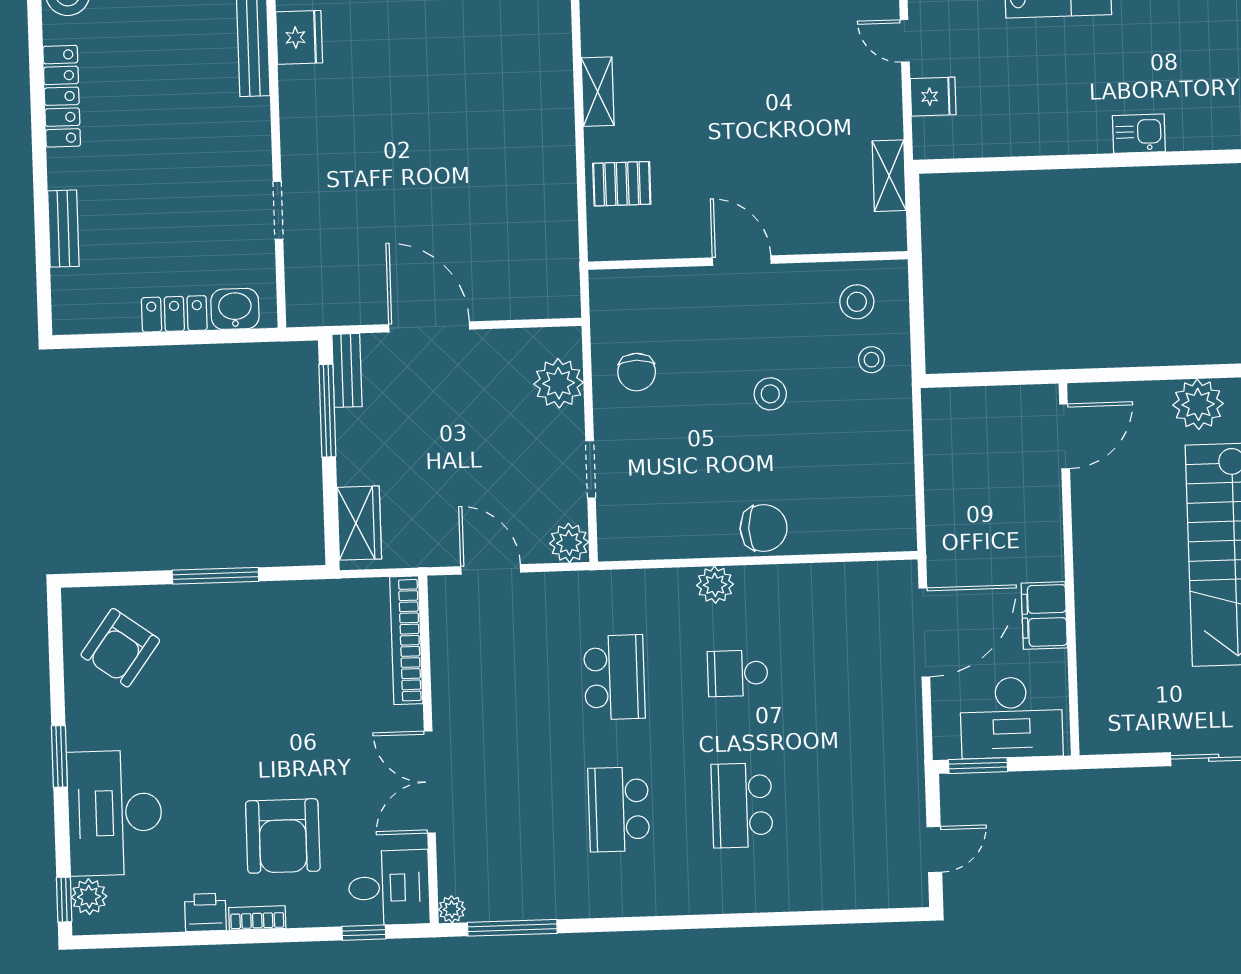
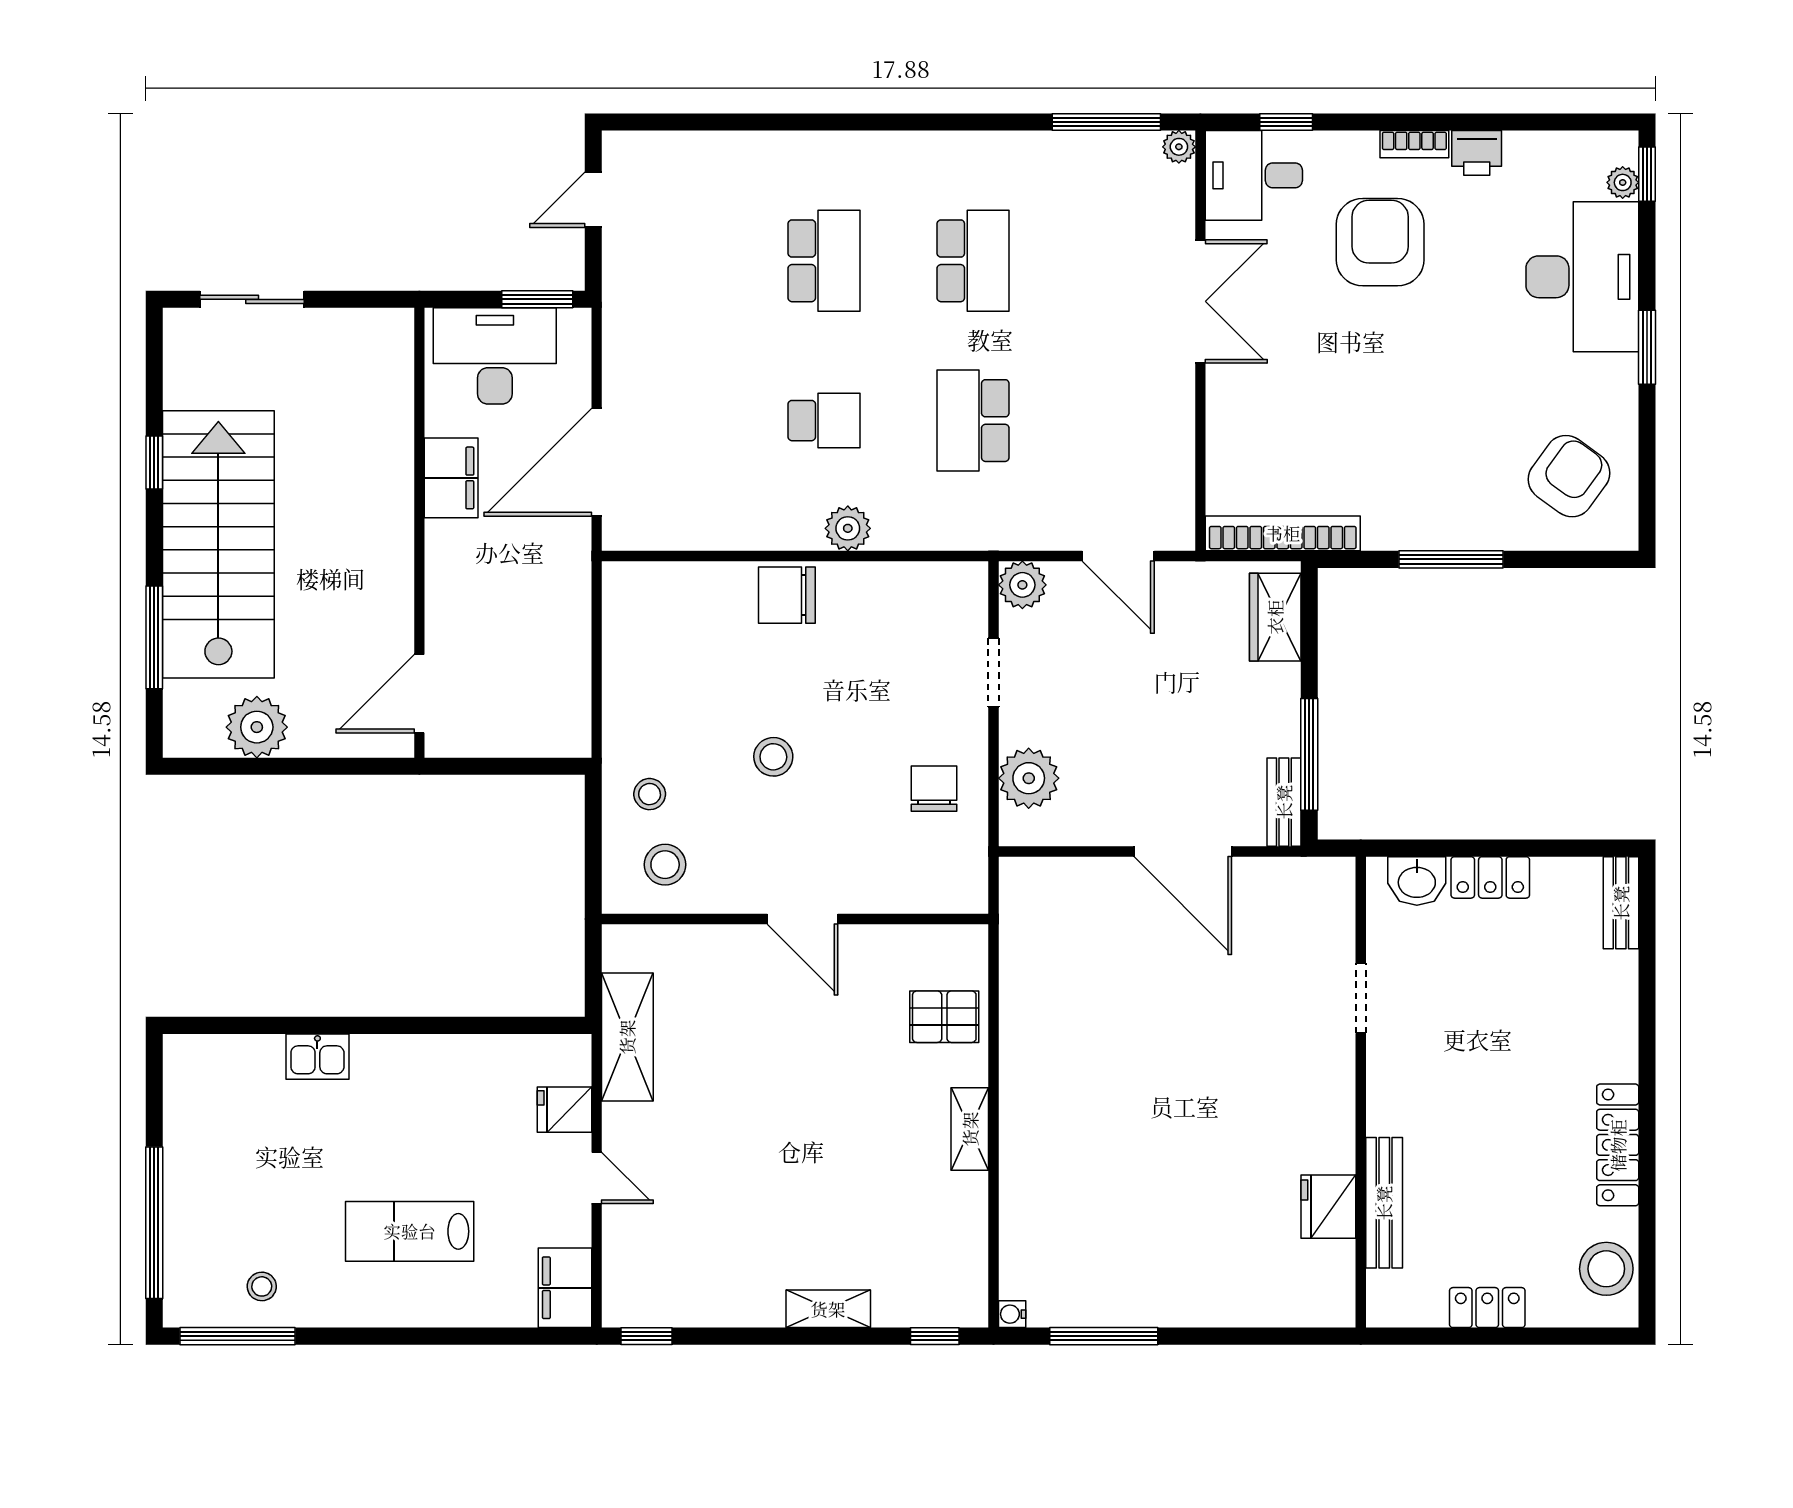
shelving: (889, 176) -> (627, 1037), width x1.50, depth x1.33
bench: (63, 229) -> (1621, 903), moved
bookcase: (406, 640) -> (1283, 533), moved, turned -90
plant: (89, 897) -> (1623, 182), width x0.73, depth x0.73

